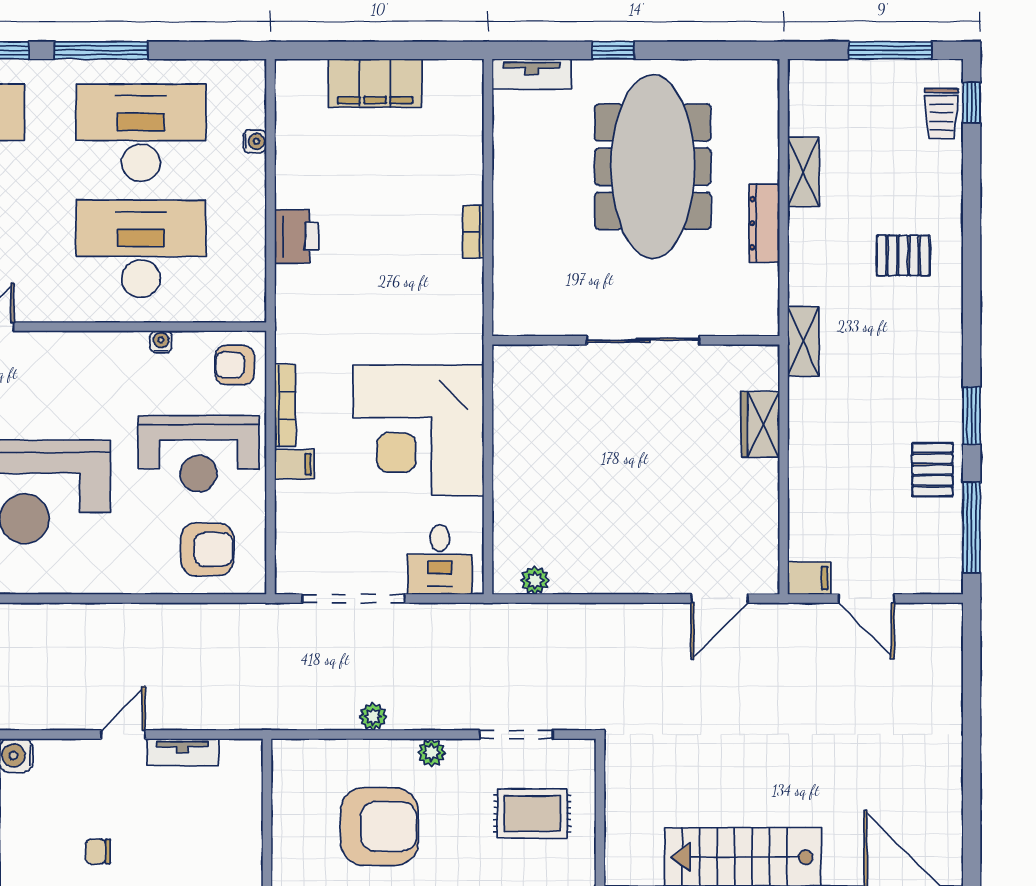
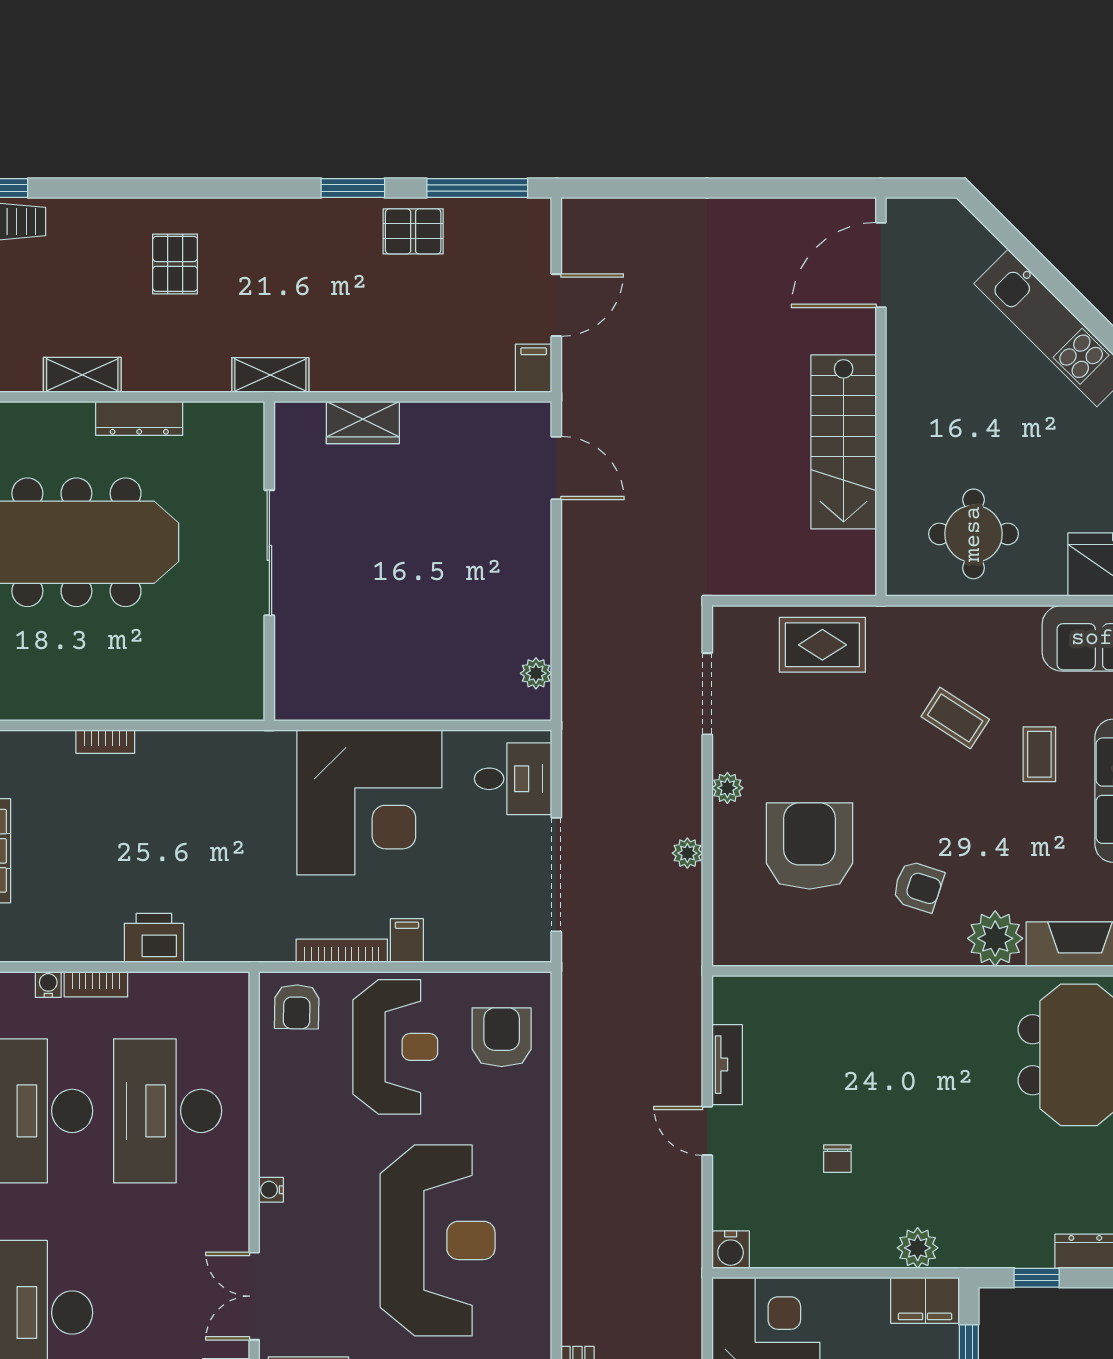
bookcase: (255, 184) -> (96, 984), added
bookcase: (473, 232) -> (105, 742), moved
water cooler: (161, 342) -> (271, 1190), moved
rug: (532, 814) -> (822, 645), moved, turned 90

